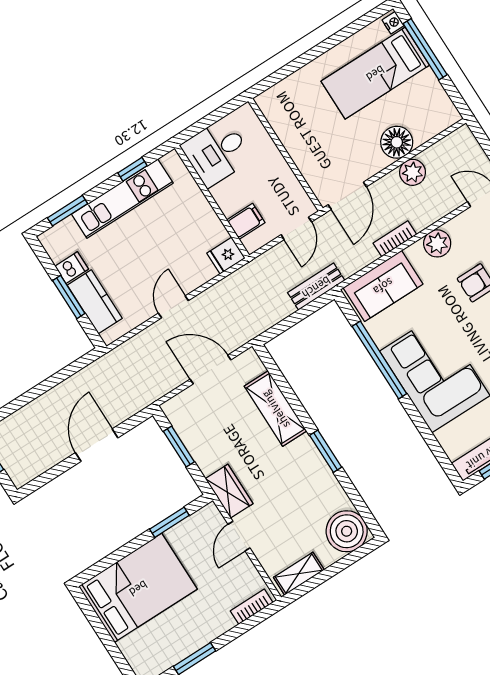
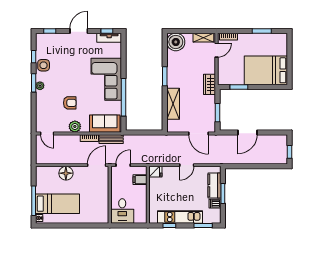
desk: (217, 152) -> (122, 211), moved, turned 90
plant: (412, 172) -> (67, 158), removed
bench: (316, 287) -> (111, 139), moved
door: (210, 369) -> (199, 133), moved
door: (239, 536) -> (217, 50), moved

